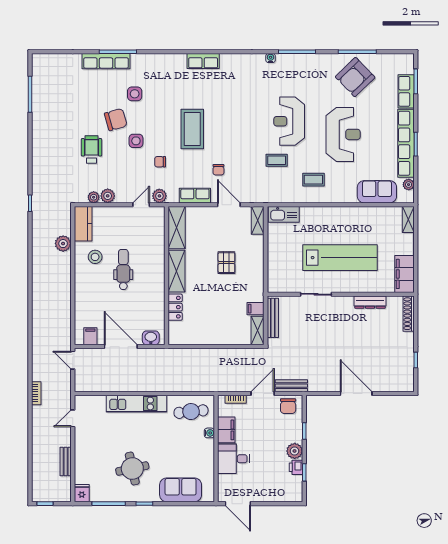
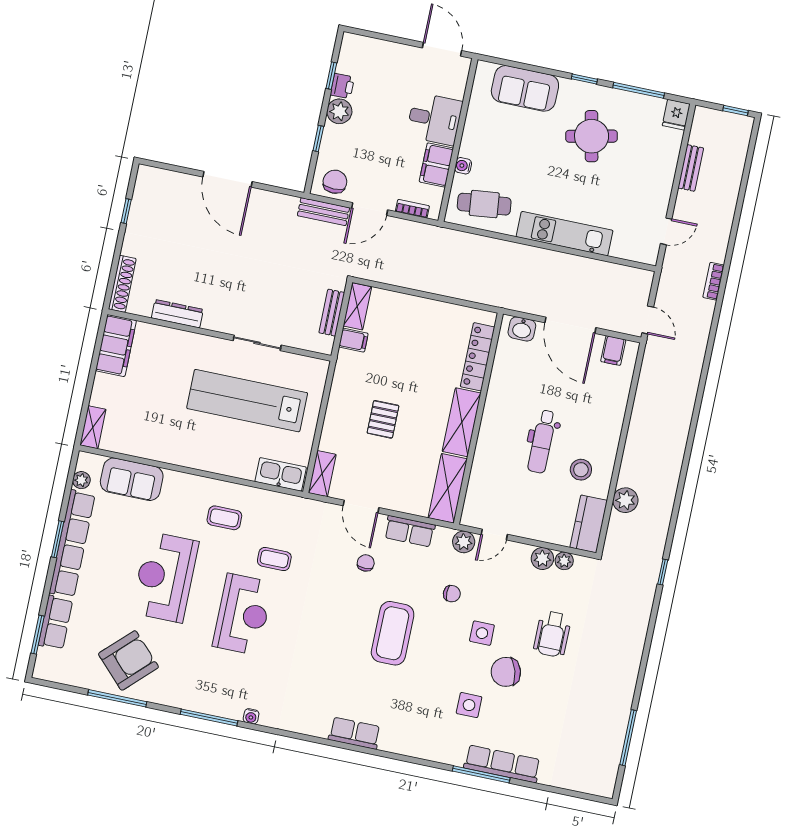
lab bench: (340, 258) -> (247, 401), moved
locker: (175, 307) -> (478, 357), width x1.53
bench: (273, 318) -> (332, 313), width x0.73

